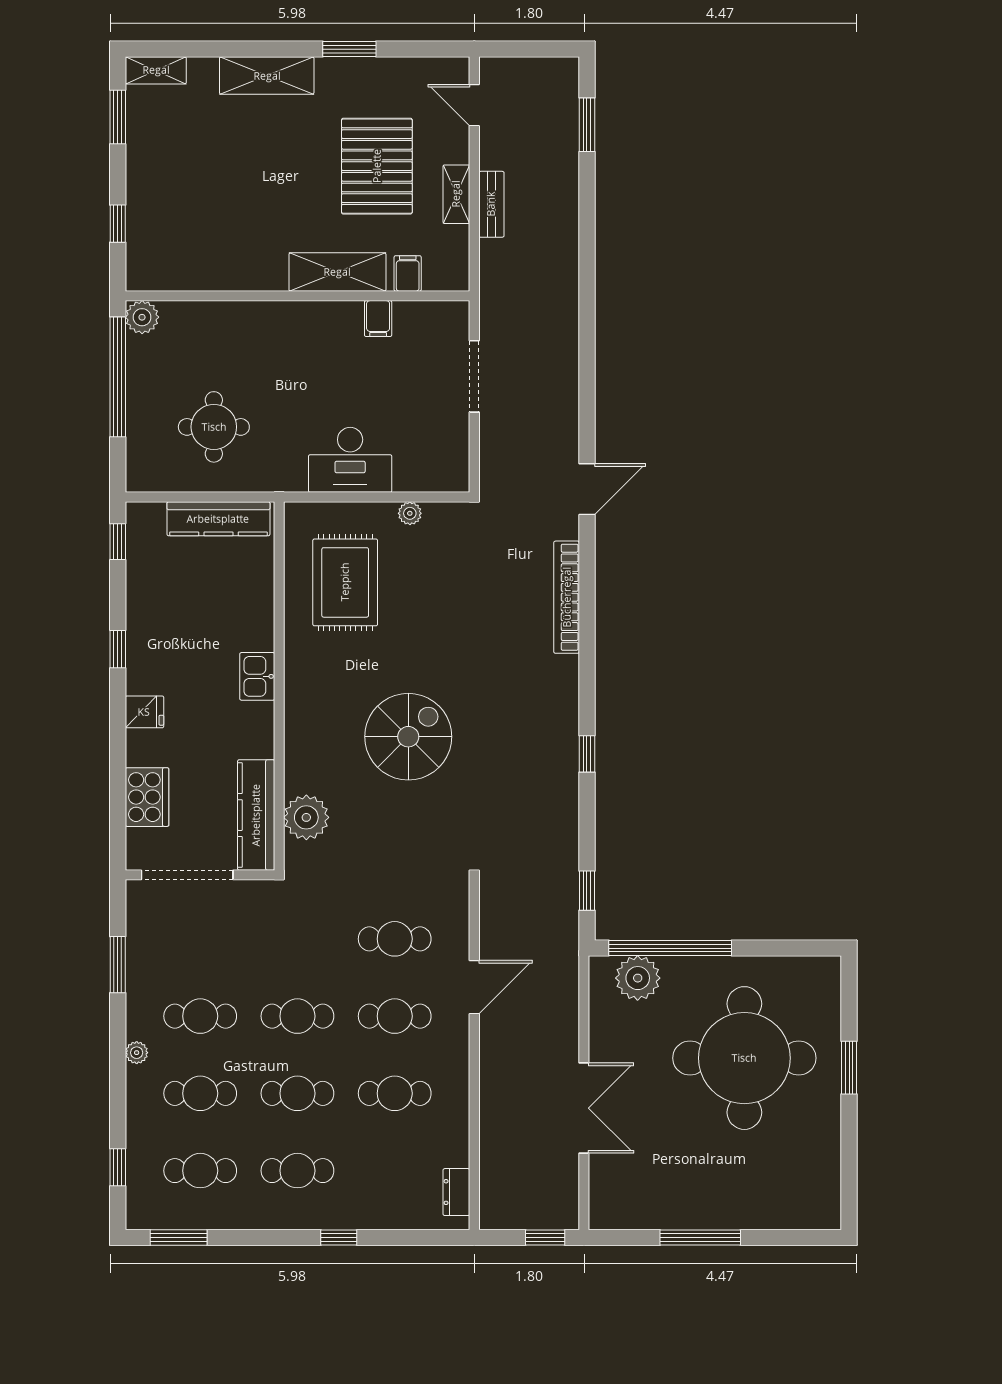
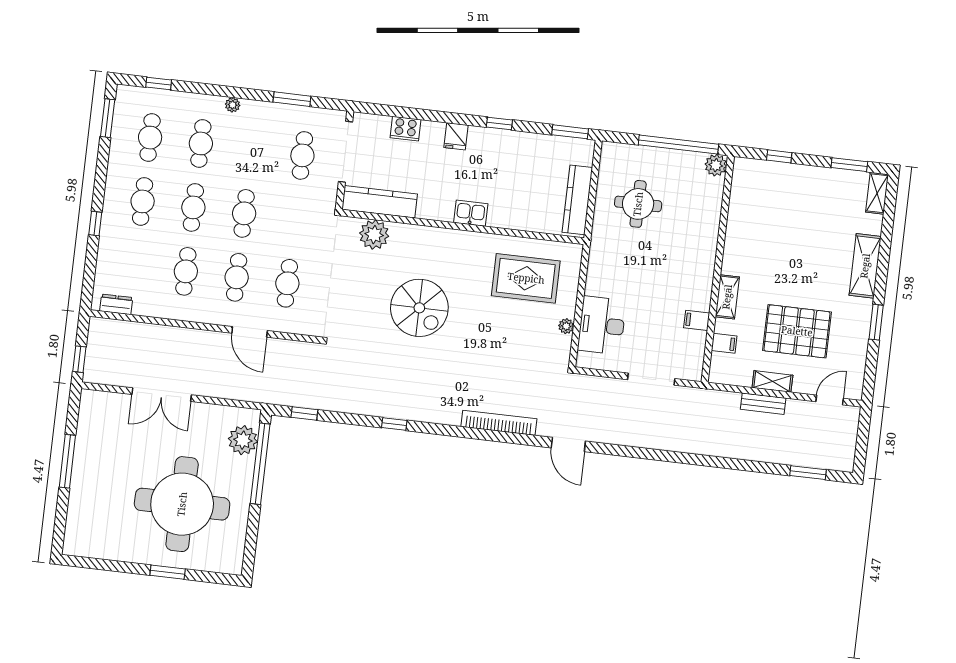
shelving: (337, 272) -> (727, 297), width x0.67, depth x0.75
desk: (350, 460) -> (602, 325), moved
window: (118, 542) -> (570, 132), width x1.50
cooker: (147, 797) -> (405, 129), width x0.73, depth x0.76
cafe table: (200, 1016) -> (302, 155), moved

